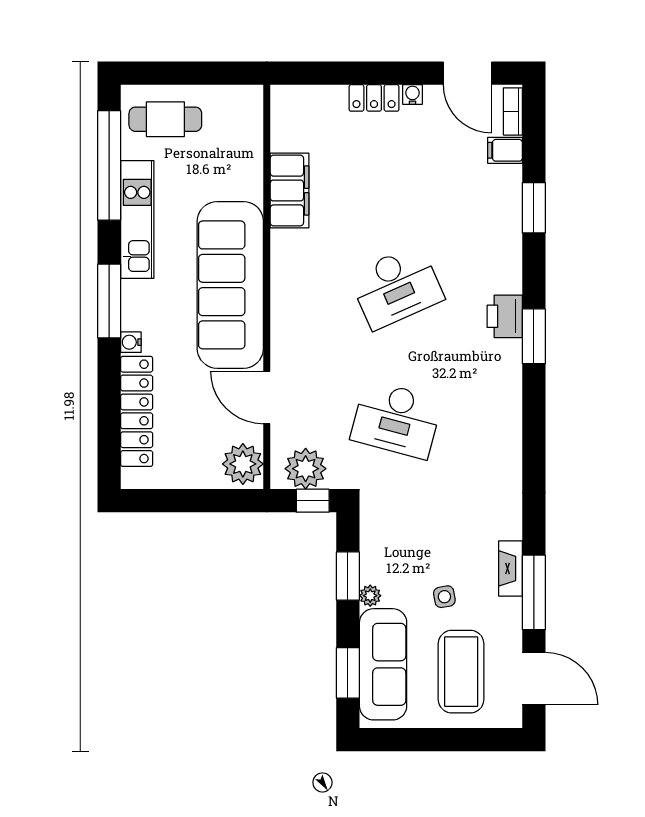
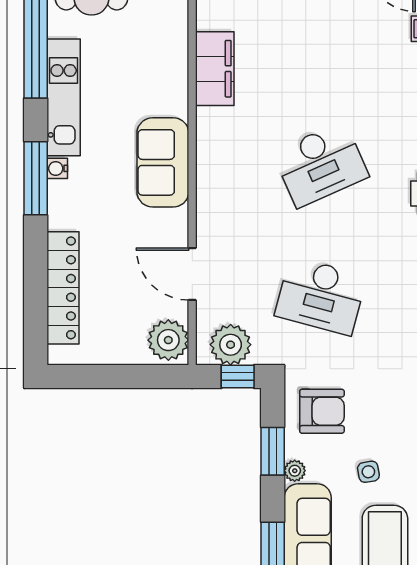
sofa: (230, 285) -> (163, 162), width x0.54, depth x0.79
water cooler: (131, 342) -> (57, 168), moved
armchair: (398, 536) -> (322, 411), added

